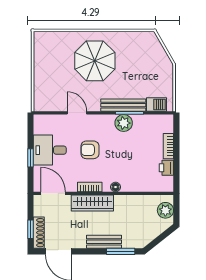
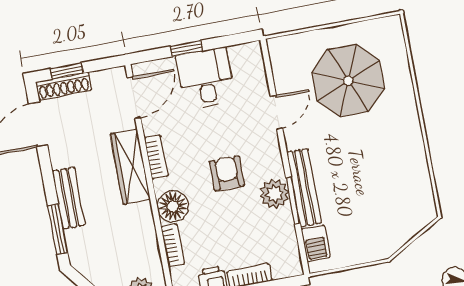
parasol: (95, 61) -> (348, 81), moved
armchair: (90, 150) -> (227, 173), moved
floor lamp: (116, 187) -> (173, 206), width x1.89, depth x1.89
bookcase: (142, 187) -> (173, 245), added

